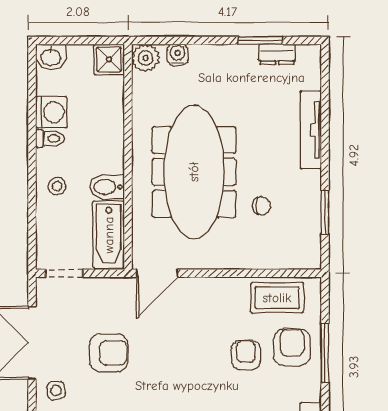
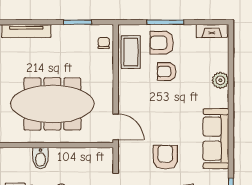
bidet: (107, 187) -> (40, 158), moved
chair: (261, 206) -> (104, 43), moved
bathtub: (109, 235) -> (92, 157), removed

